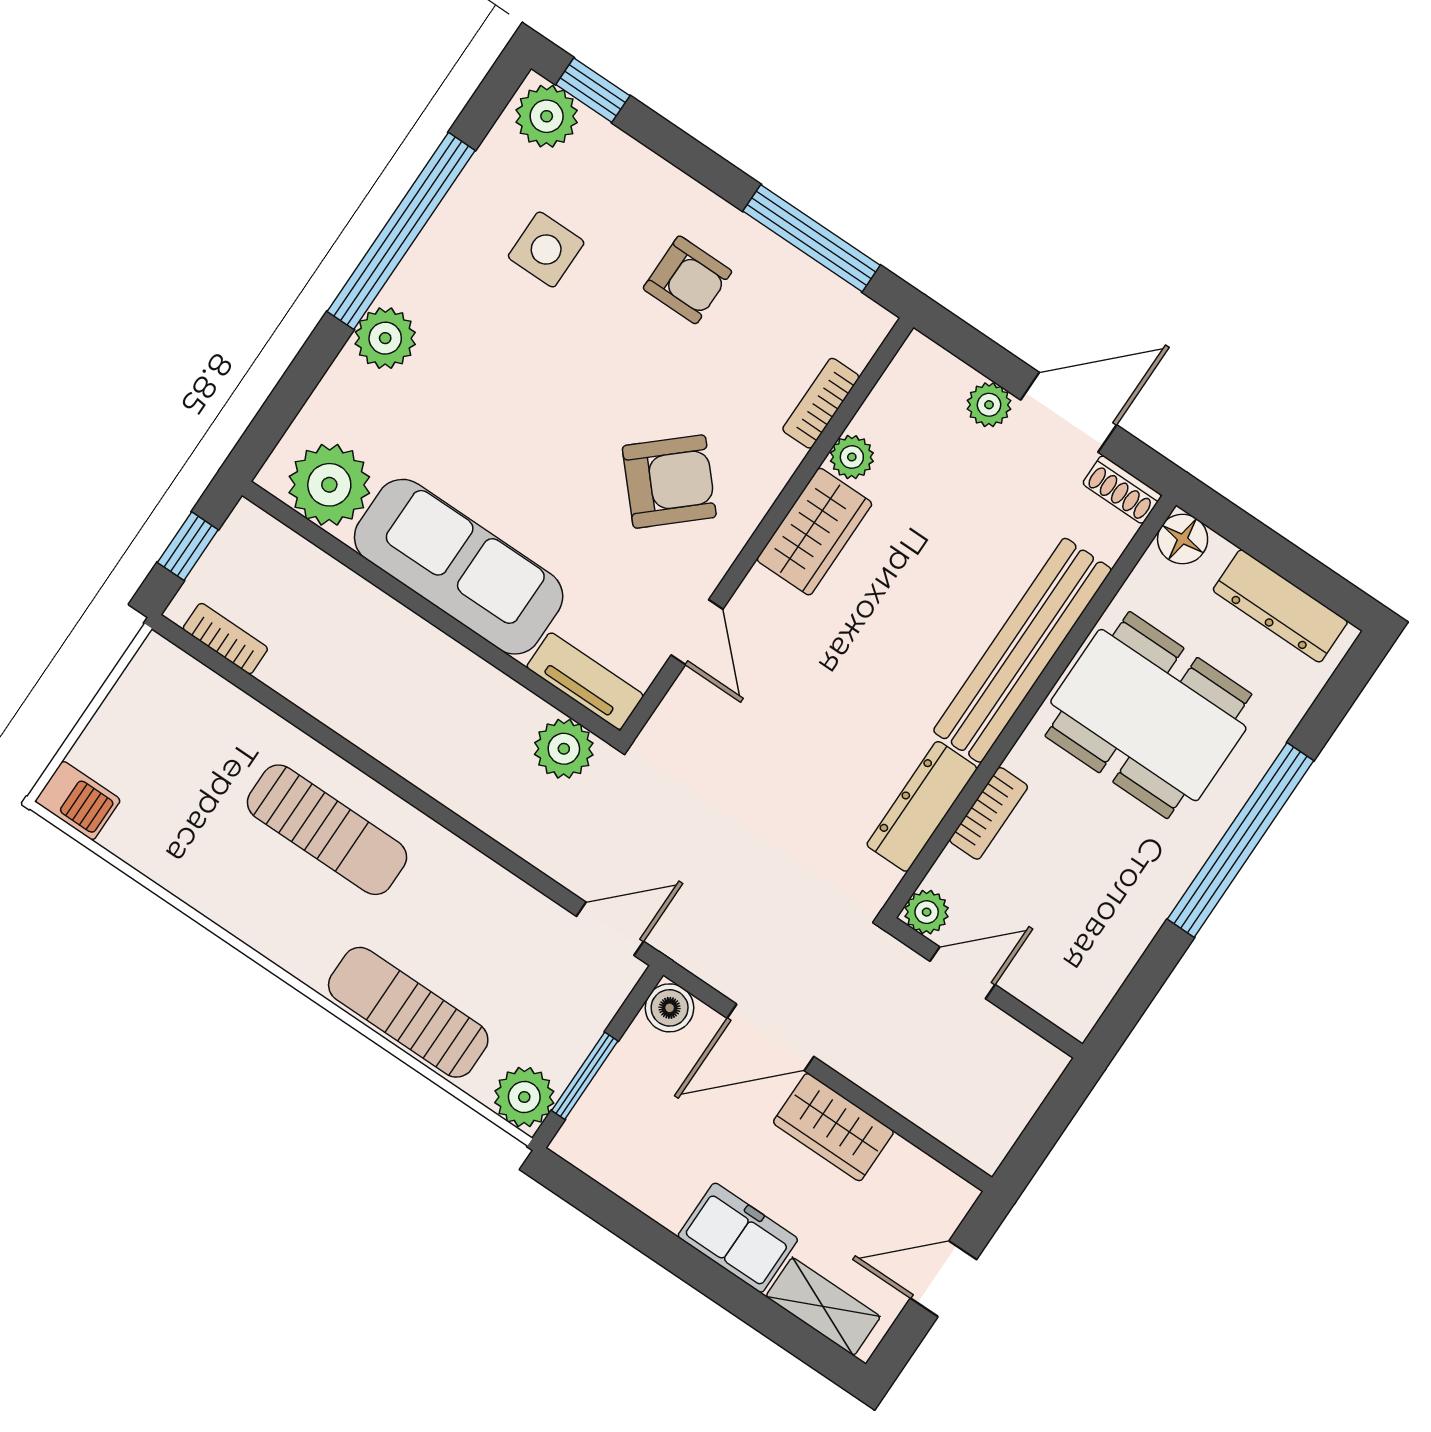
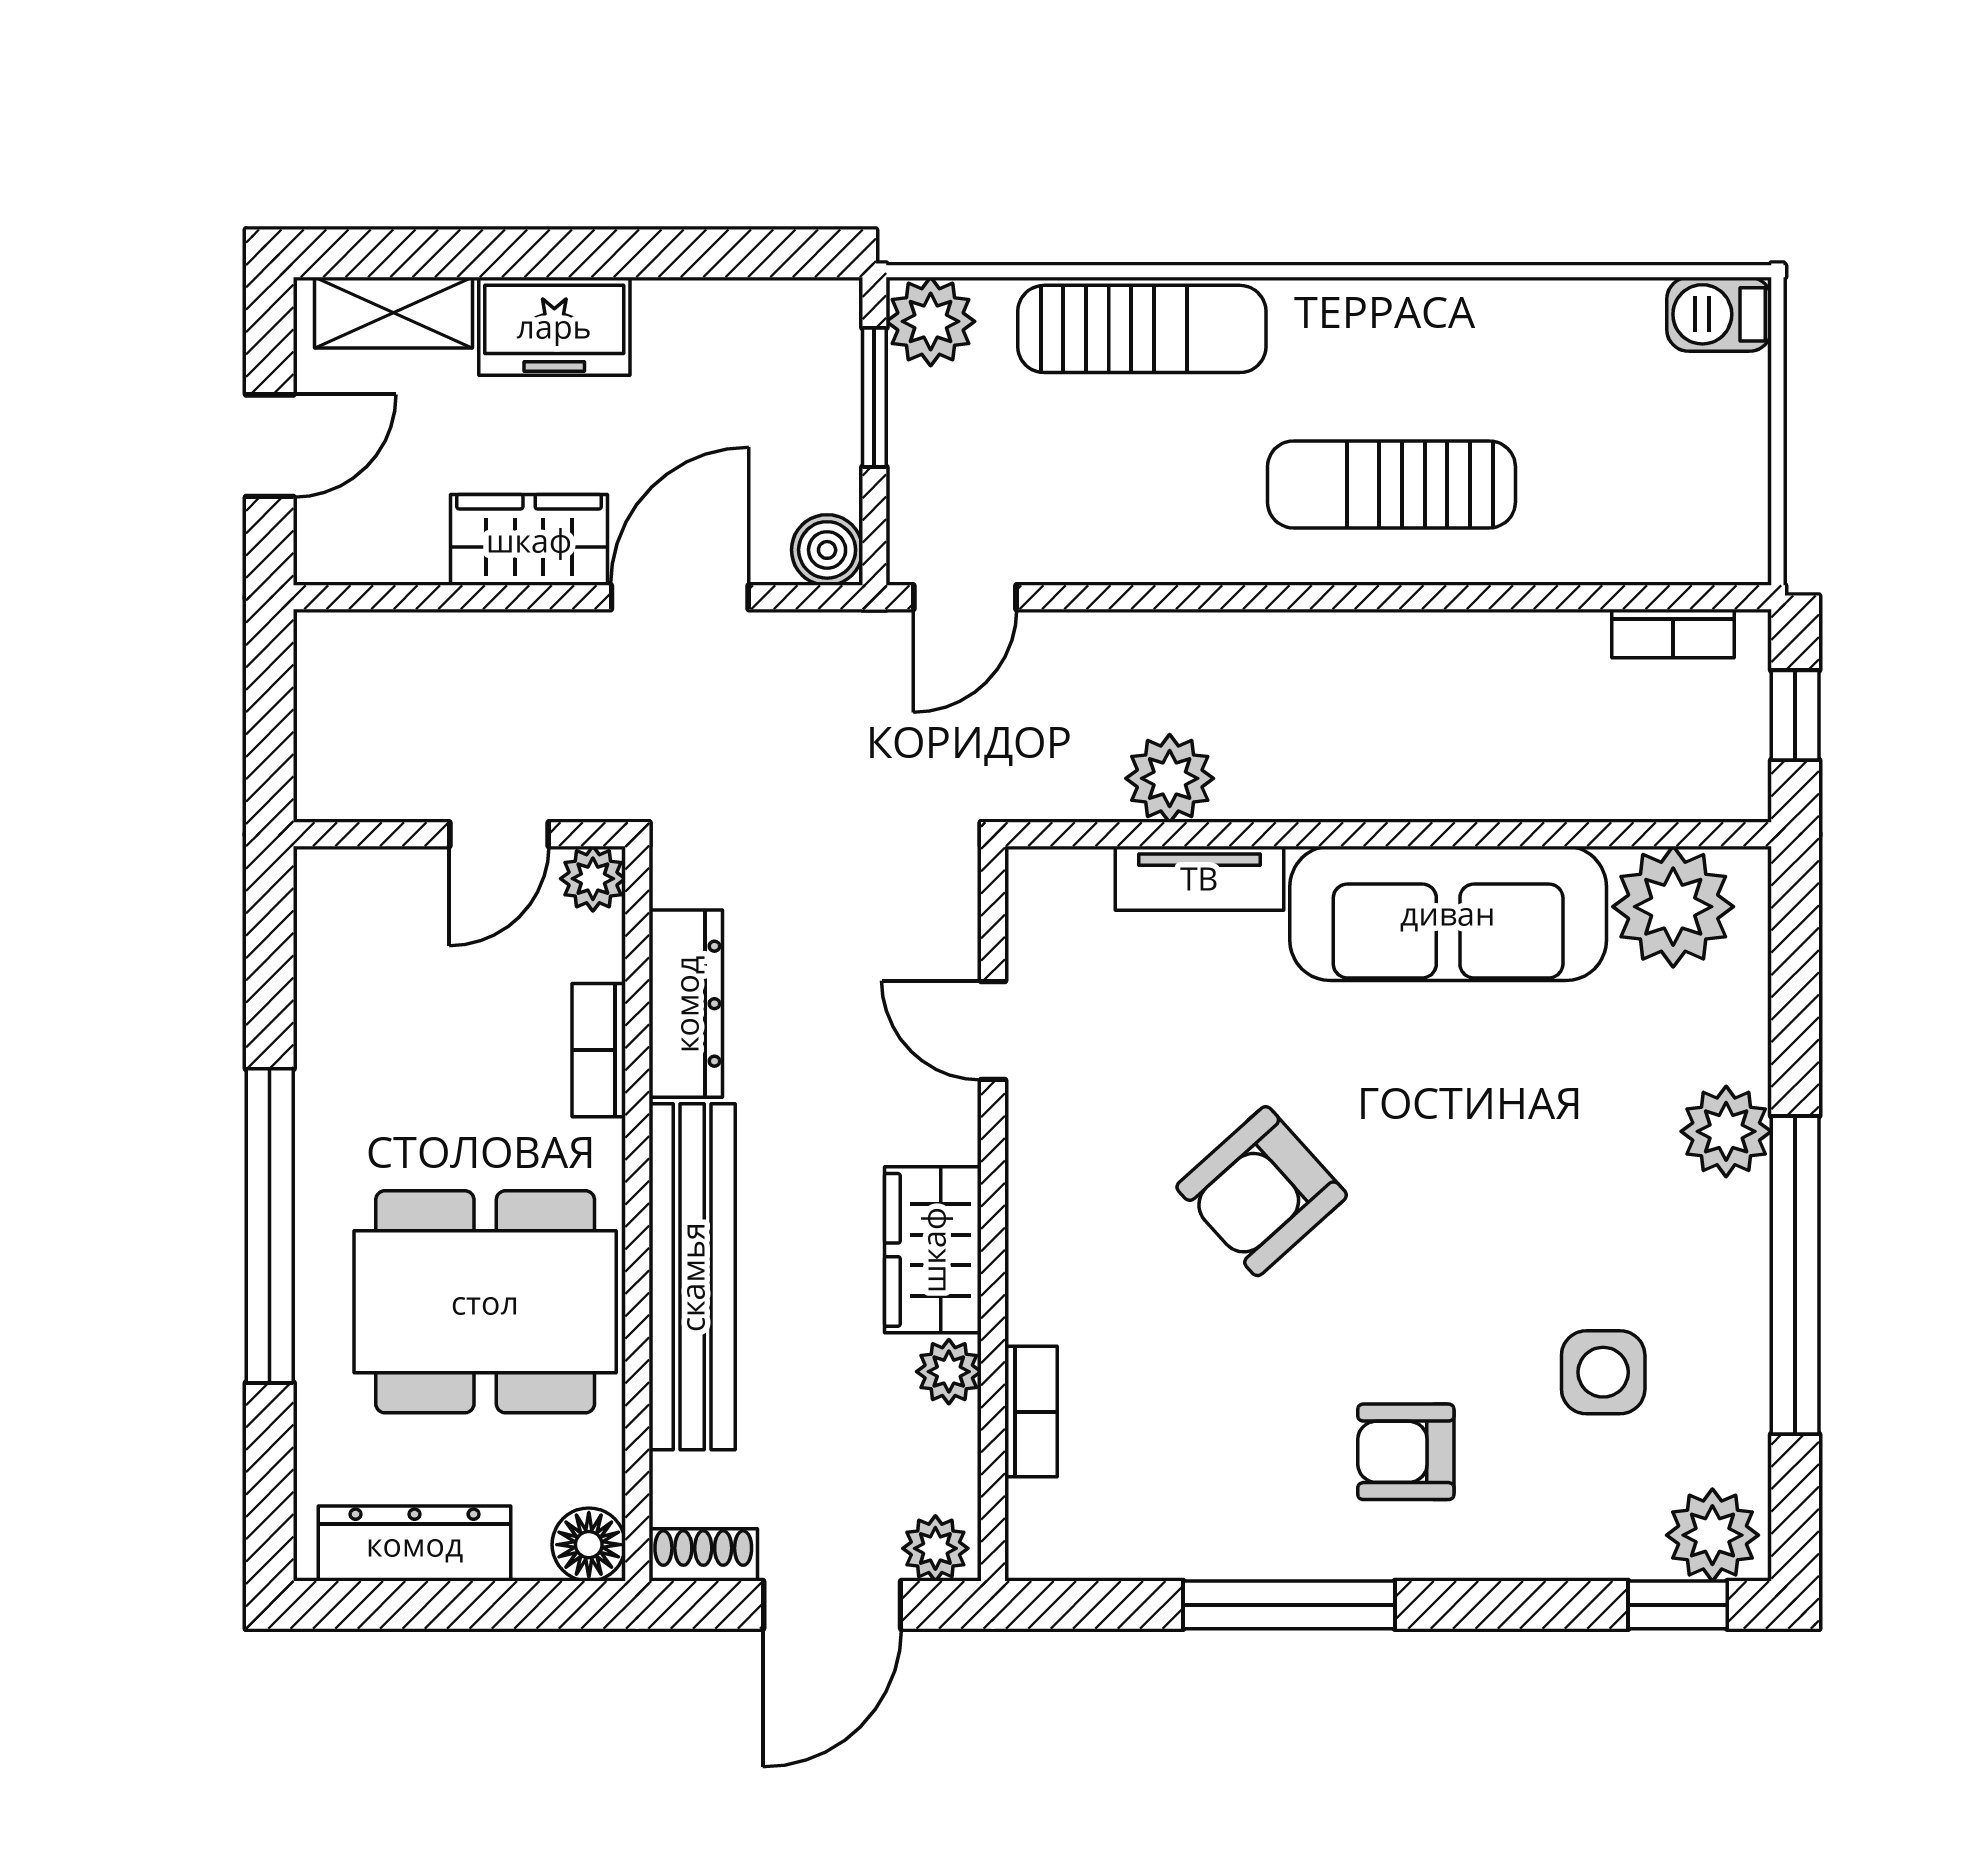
bookcase: (821, 403) -> (1031, 1412), moved
plant: (852, 457) -> (949, 1372), moved
wall: (767, 529) -> (993, 1214), moved
wardrobe: (814, 532) -> (933, 1250), moved
door: (697, 632) -> (993, 1031), moved

